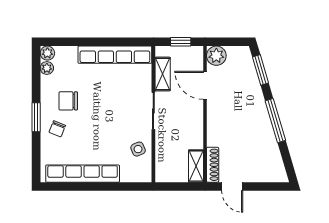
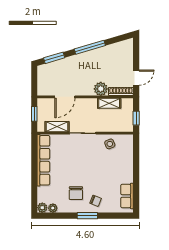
plant: (216, 56) -> (101, 89), moved
shelving: (196, 166) -> (109, 103), moved
row of seats: (83, 174) -> (127, 196), width x0.50
window: (175, 186) -> (136, 118), added

